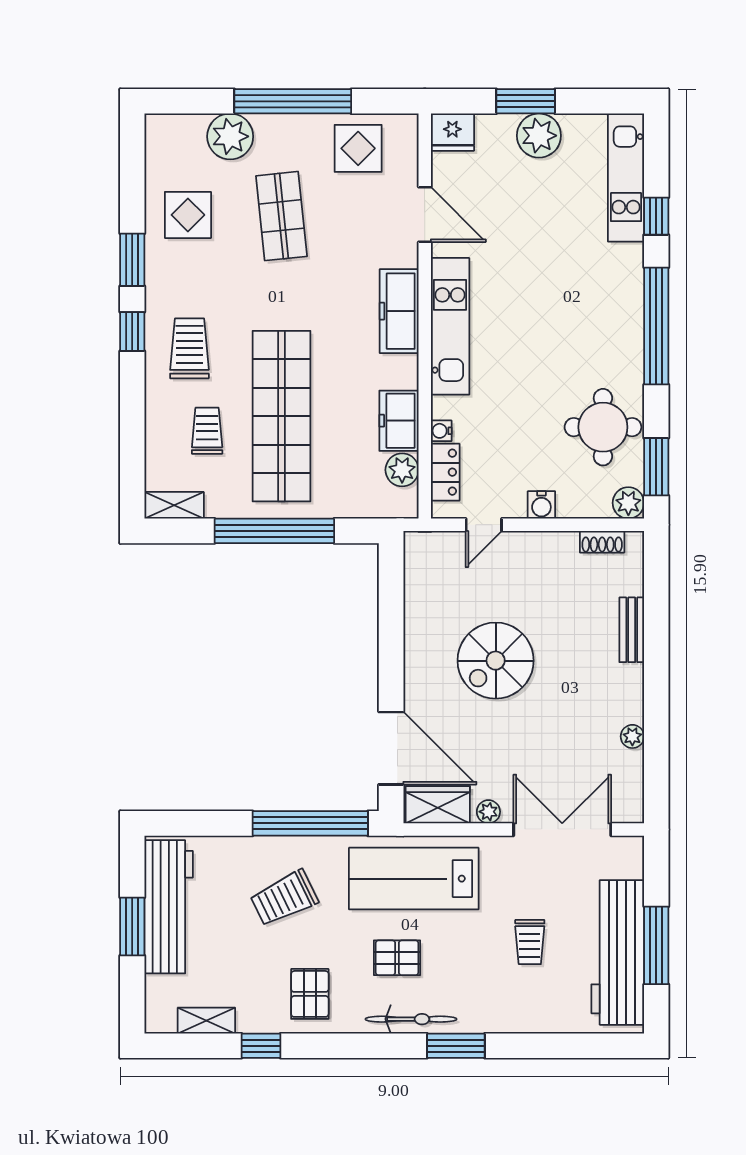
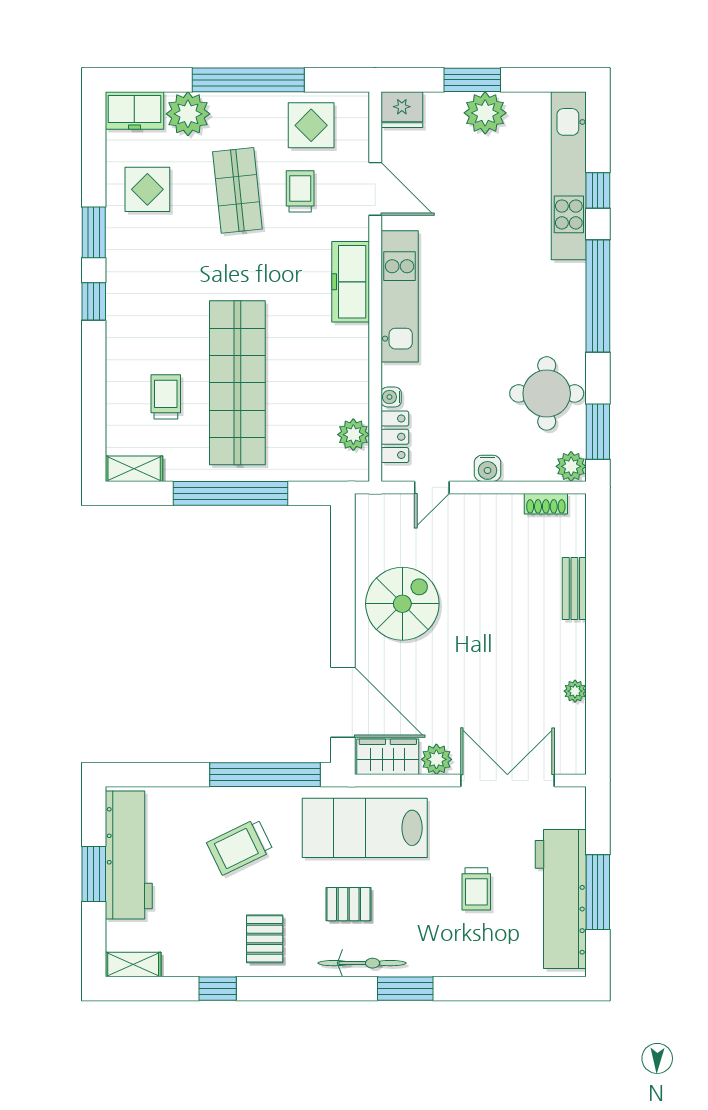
kitchen unit: (626, 178) -> (569, 176), width x1.36
trolley: (189, 348) -> (300, 191), moved, width x0.73, depth x0.72
freezer: (399, 421) -> (134, 111), moved, turned -90
spiral stairs: (496, 661) -> (402, 604), moved, turned 180
plant: (488, 812) -> (436, 759), width x1.38, depth x1.38
shelving: (206, 1021) -> (133, 965), moved

